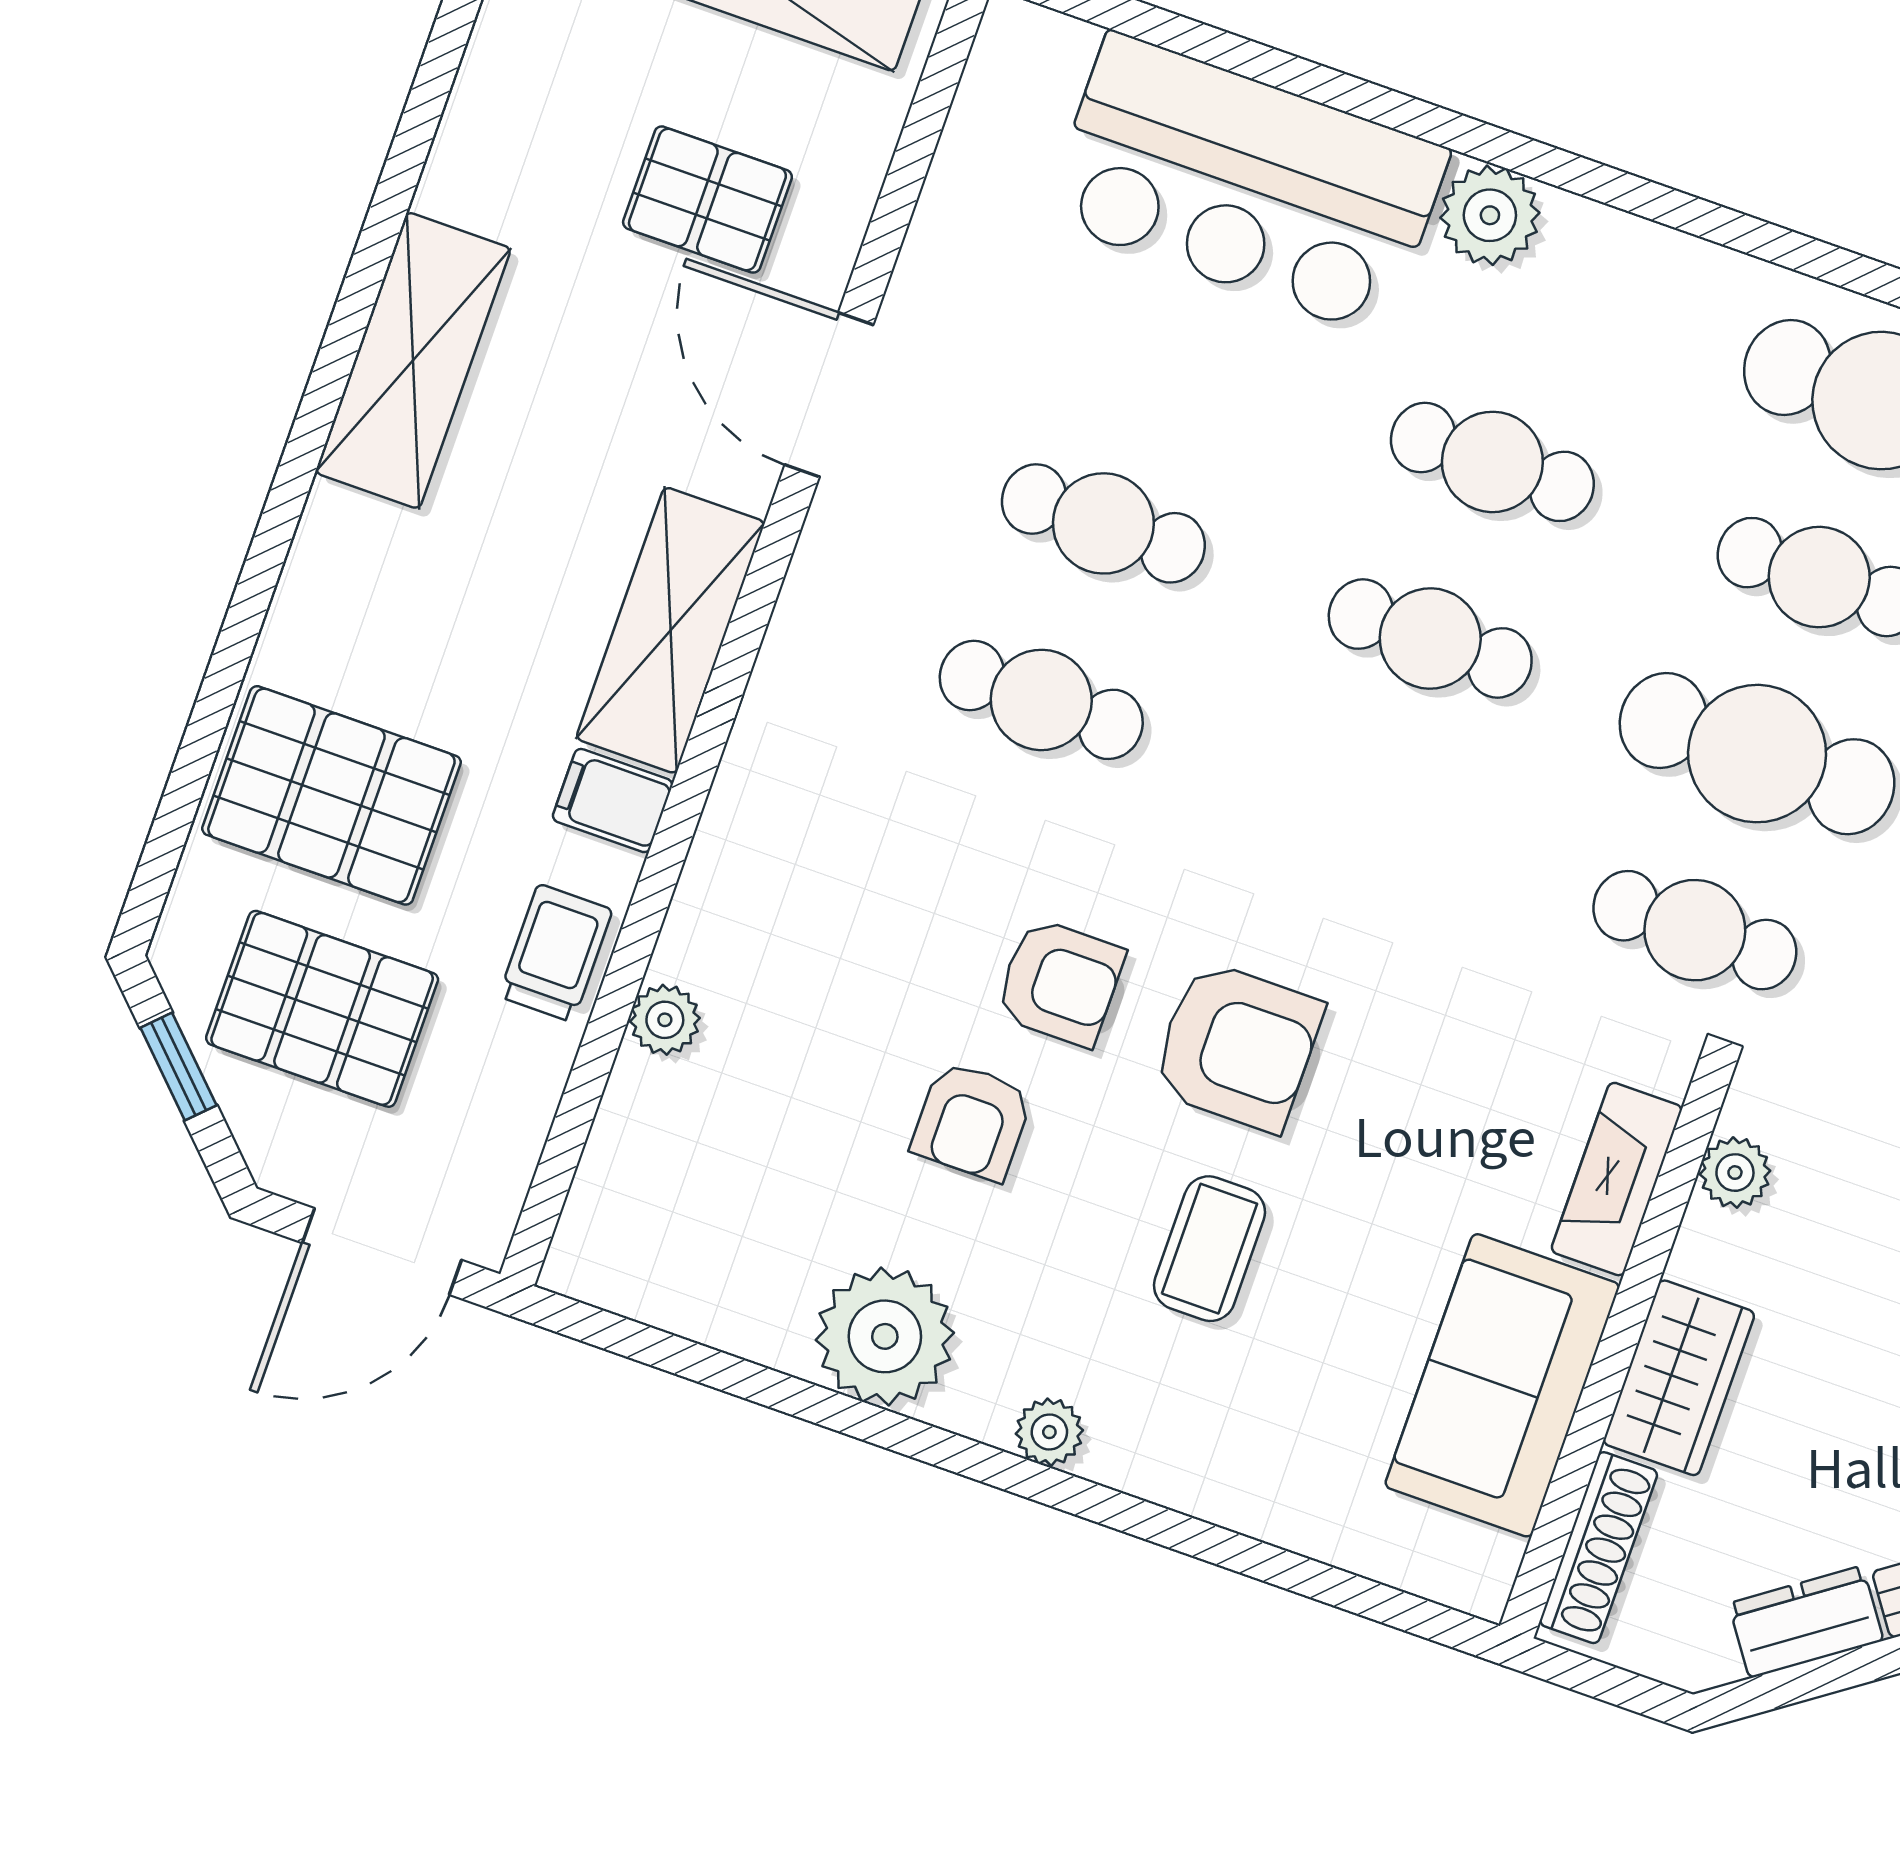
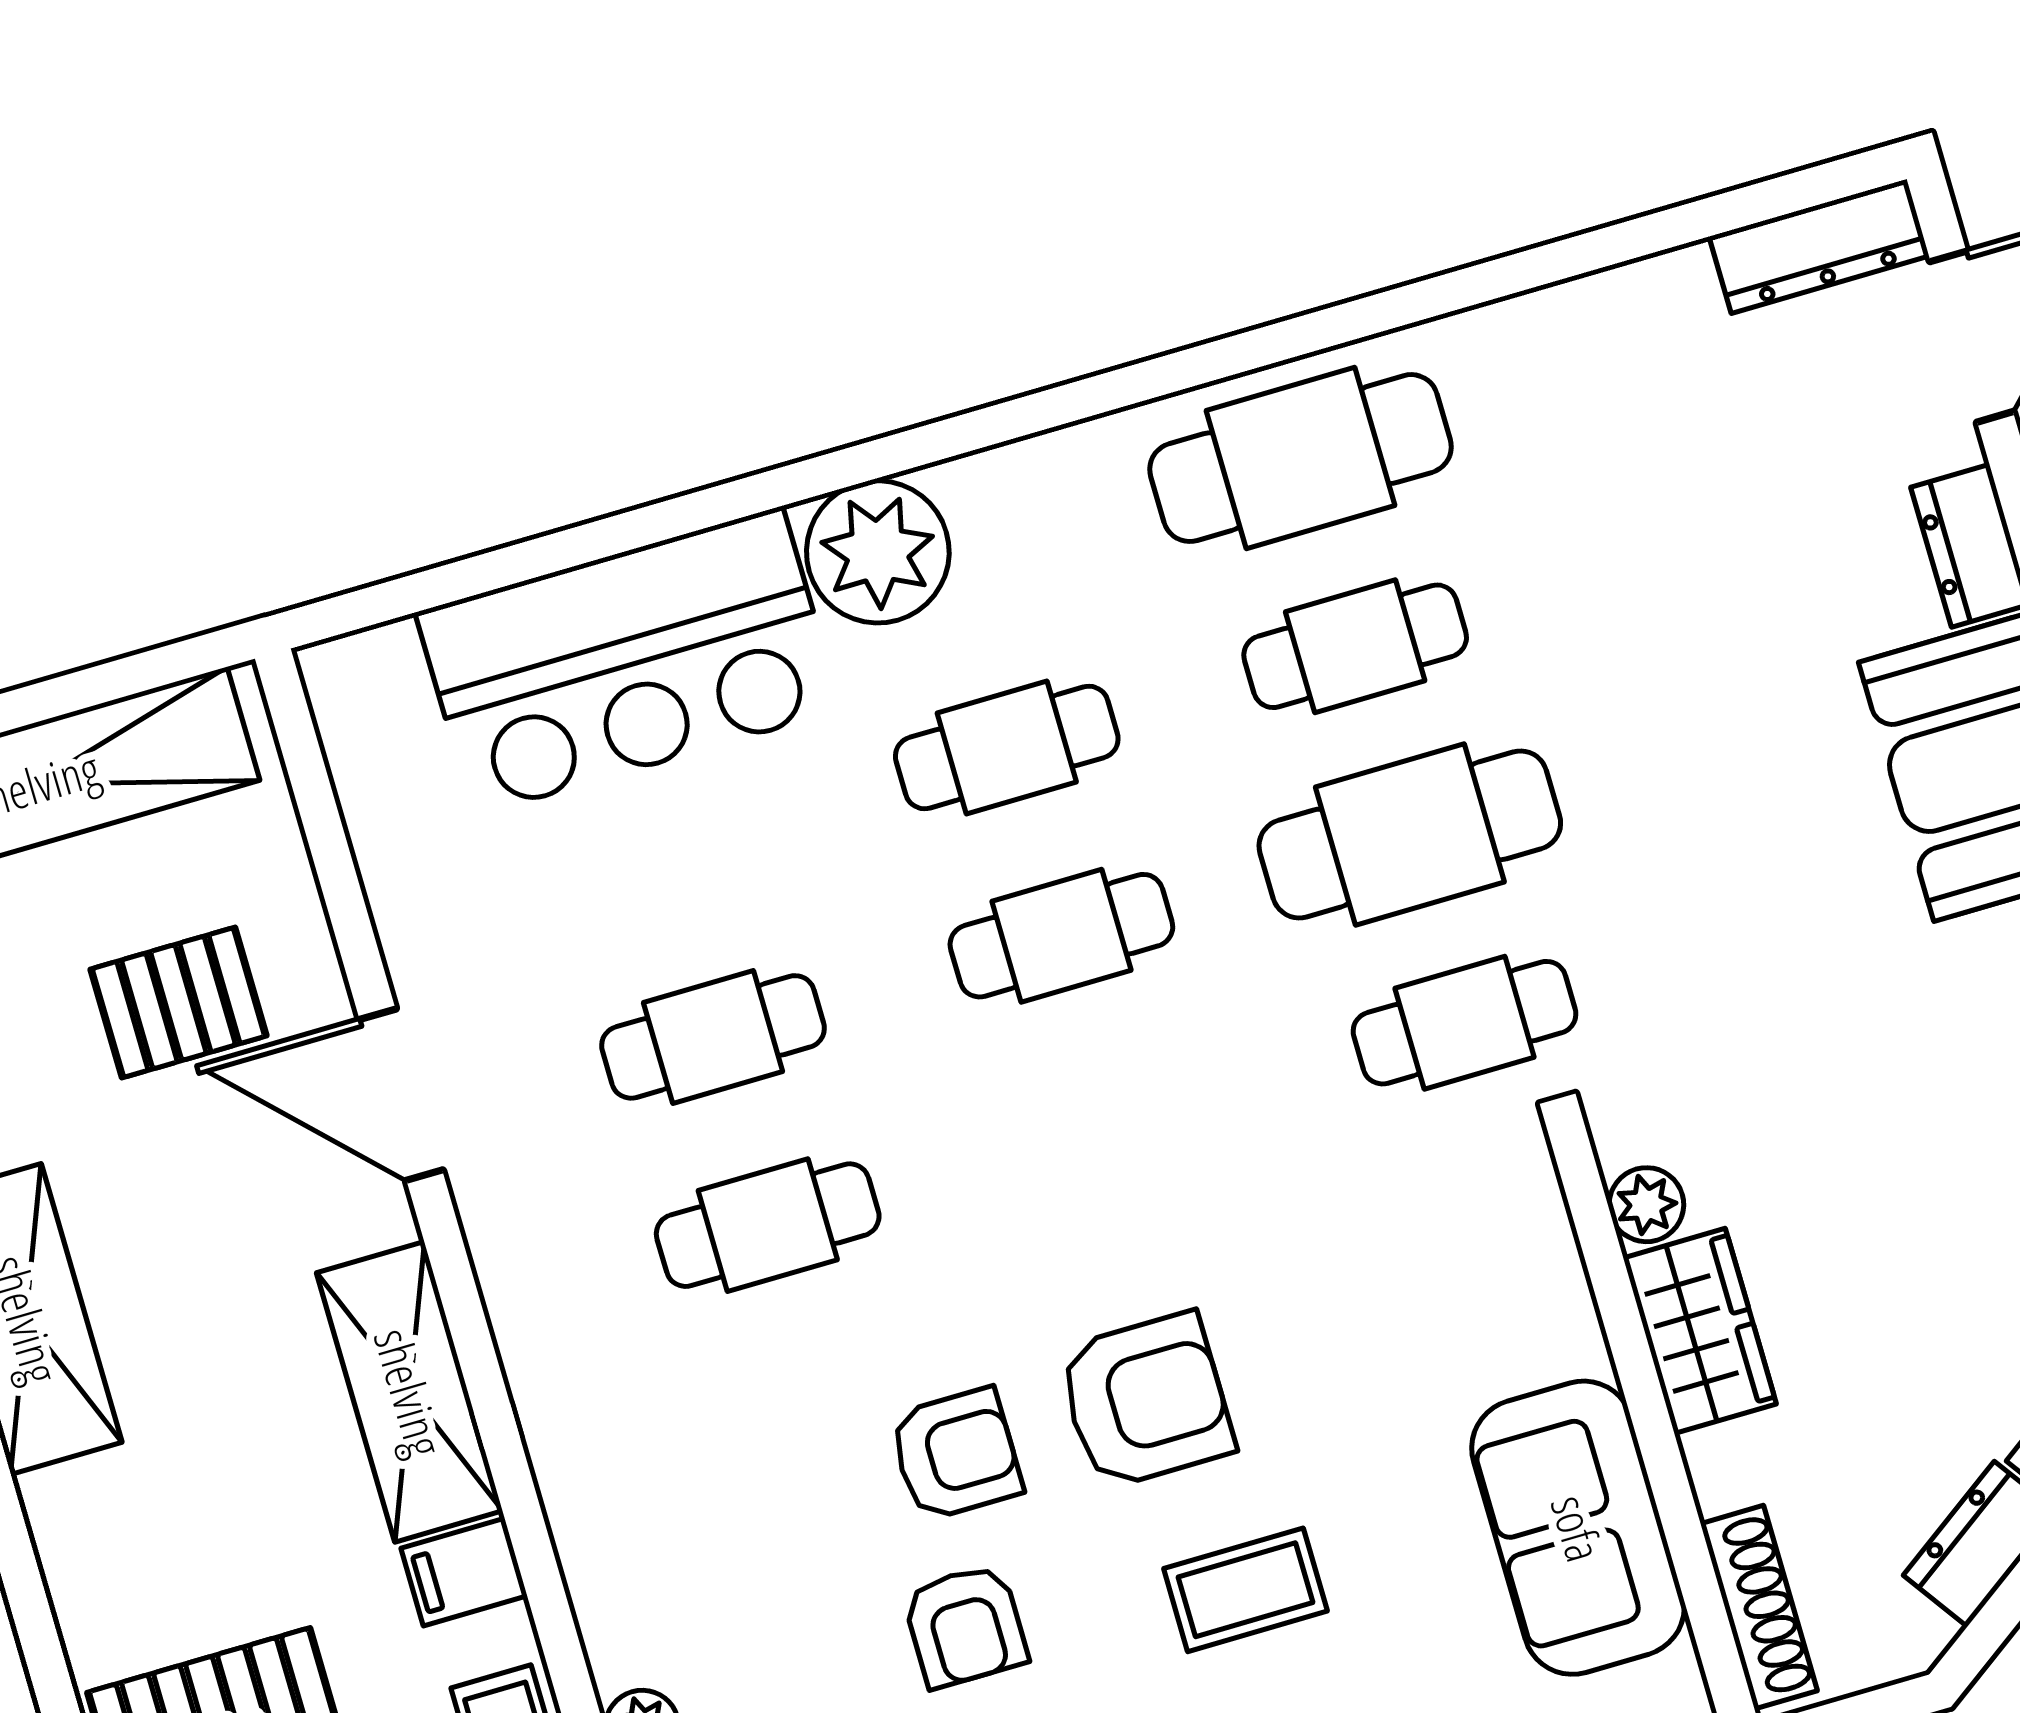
plant: (1490, 215) -> (878, 552), width x1.36, depth x1.36
fireplace: (1617, 1179) -> (1550, 1282), removed
coffee table: (1210, 1249) -> (1245, 1590), turned 90
wardrobe: (1679, 1378) -> (1700, 1331), moved

